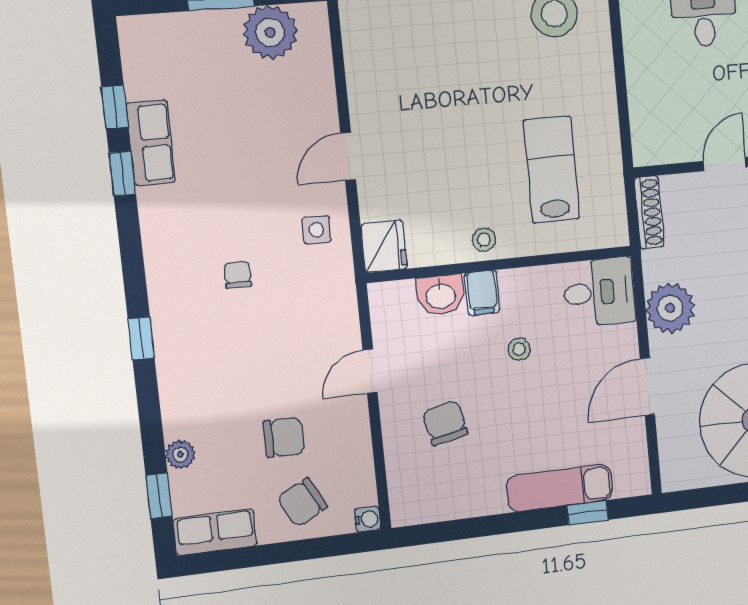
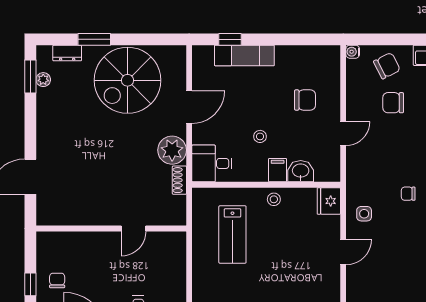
shoe rack: (649, 212) -> (179, 180), moved, width x0.70
chair: (238, 275) -> (408, 194), turned 90
chair: (445, 423) -> (305, 100), turned -77

